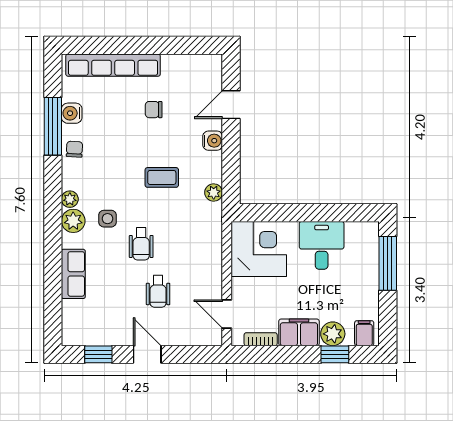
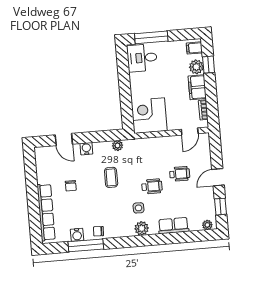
plant: (70, 199) -> (207, 225), moved
desk: (322, 245) -> (142, 58), moved

